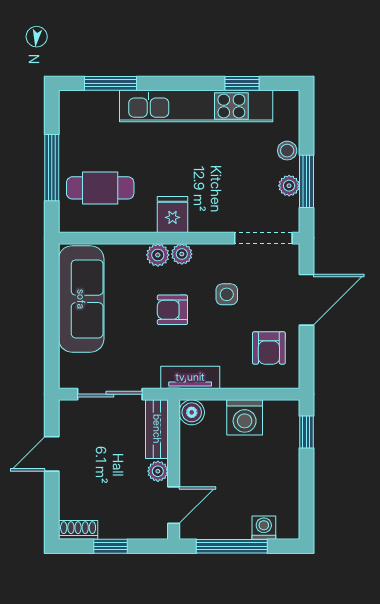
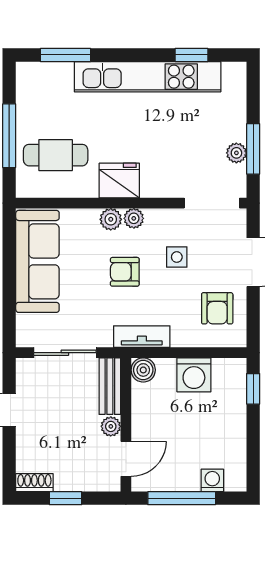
stool: (287, 151) -> (235, 119), removed
fridge: (173, 215) -> (119, 181), width x1.38

